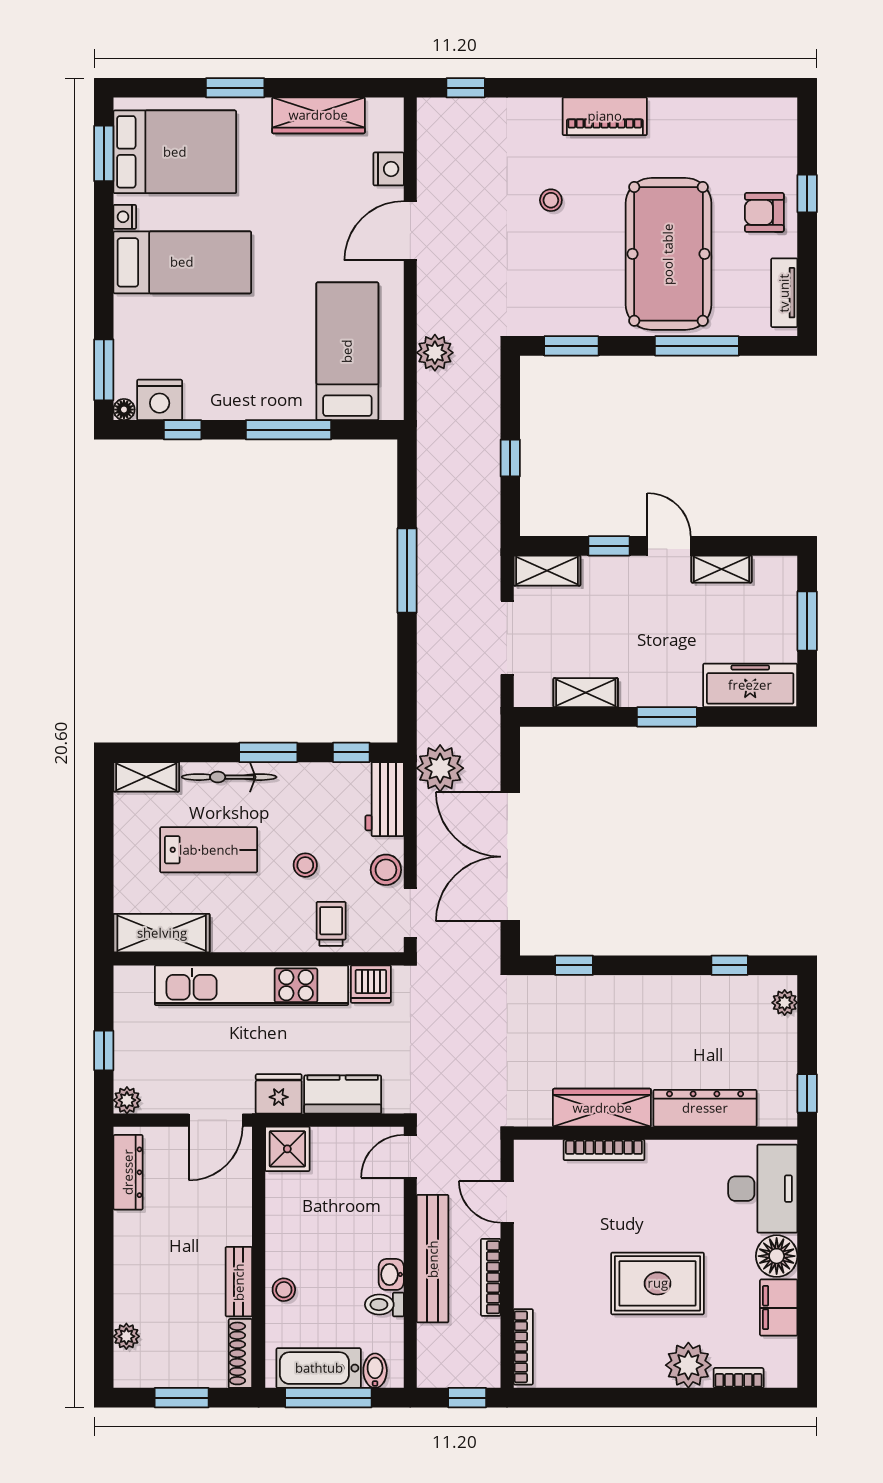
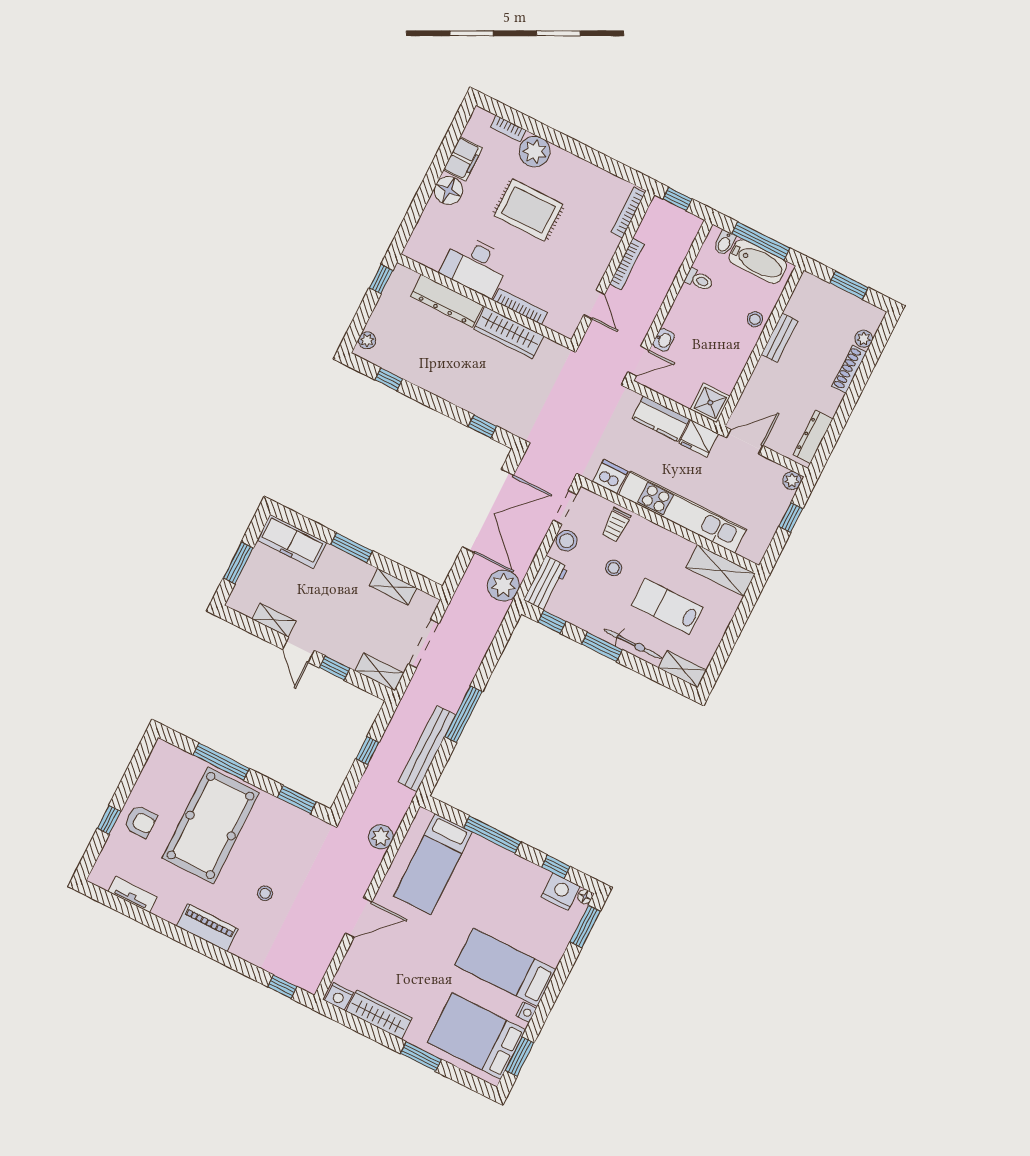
nightstand: (389, 169) -> (339, 996), moved, turned -90
tv unit: (784, 293) -> (133, 894), moved, turned -90
desk: (763, 1189) -> (475, 266), moved, turned -90
bench: (433, 1259) -> (427, 748), moved
washbasin: (391, 1274) -> (664, 340), moved
shoe rack: (240, 1353) -> (849, 369), moved, turned 180

